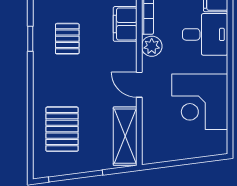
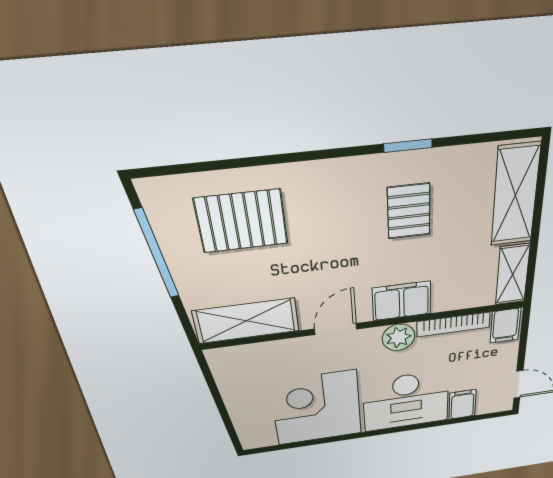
filing cabinet: (125, 24) -> (402, 301), moved
desk: (205, 34) -> (406, 401), width x1.37
pallet: (67, 39) -> (409, 211), turned 90

